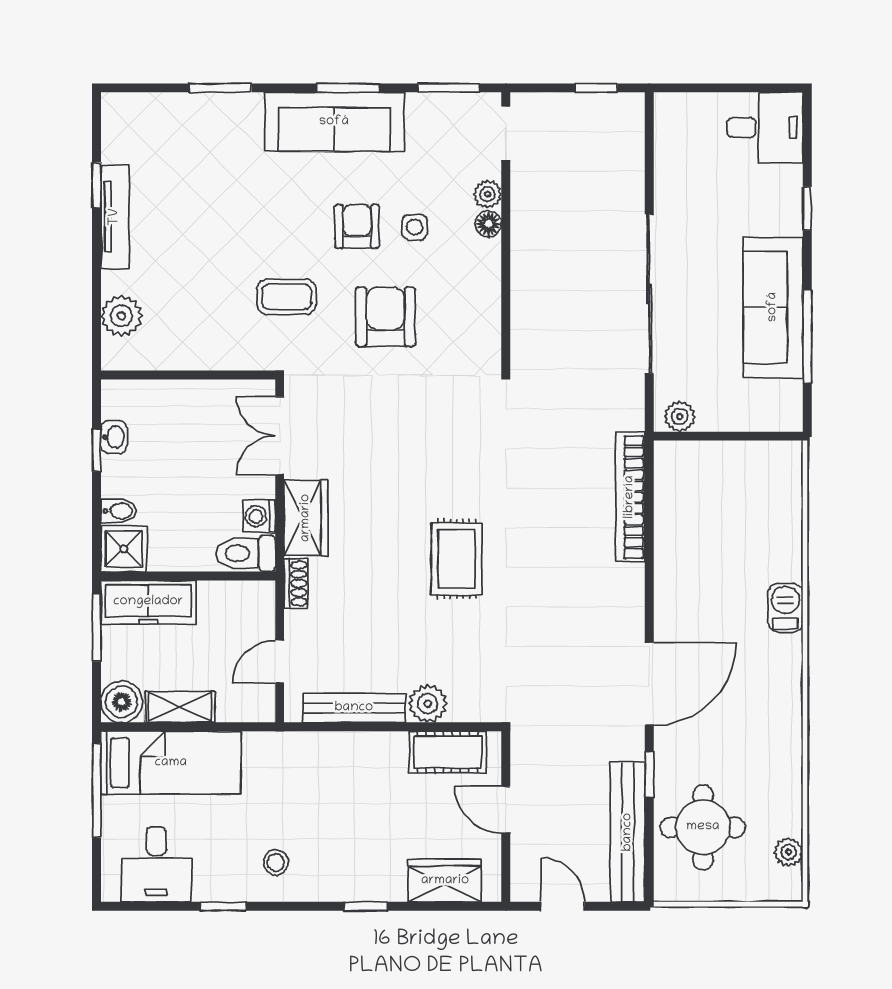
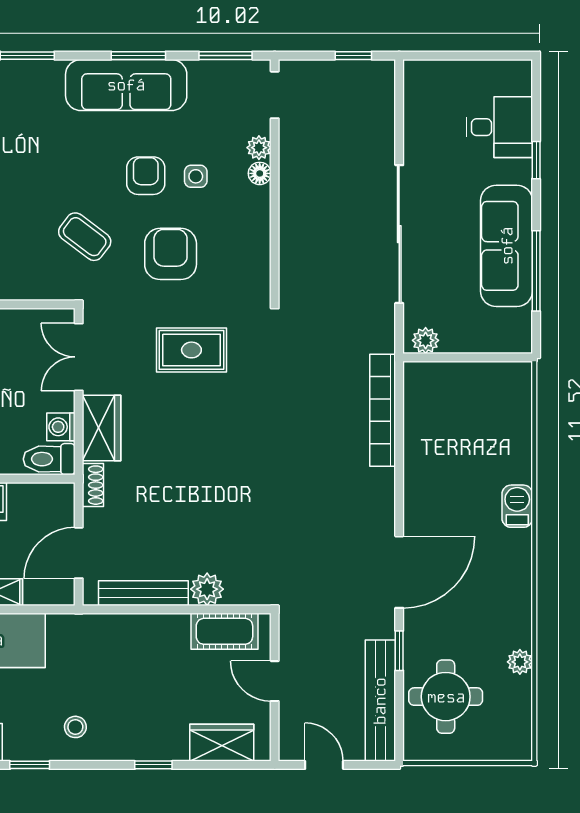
desk: (765, 127) -> (499, 127), moved
coffee table: (287, 297) -> (85, 237), turned 37
rug: (457, 559) -> (191, 350), moved, turned 90
door: (280, 662) -> (79, 553), width x1.38
plant: (789, 852) -> (520, 662), moved

